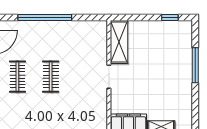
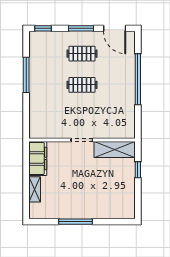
window: (170, 18) -> (138, 170), moved
window: (195, 65) -> (75, 222), moved

